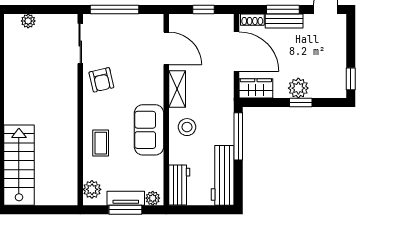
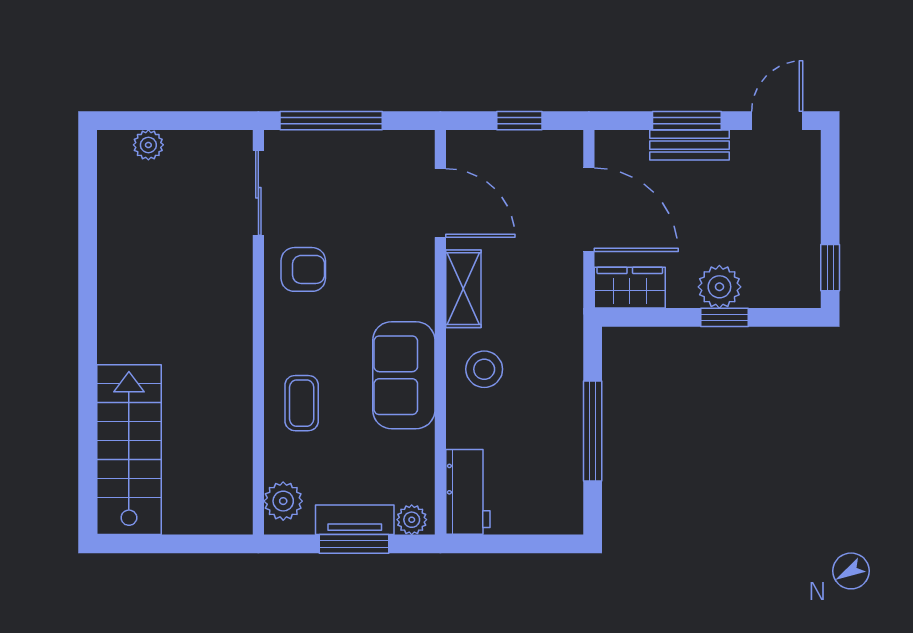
shoe rack: (252, 20) -> (622, 142), removed
armchair: (101, 80) -> (303, 269), turned -77
window: (238, 136) -> (593, 431), moved
workbench: (223, 175) -> (559, 471), removed

